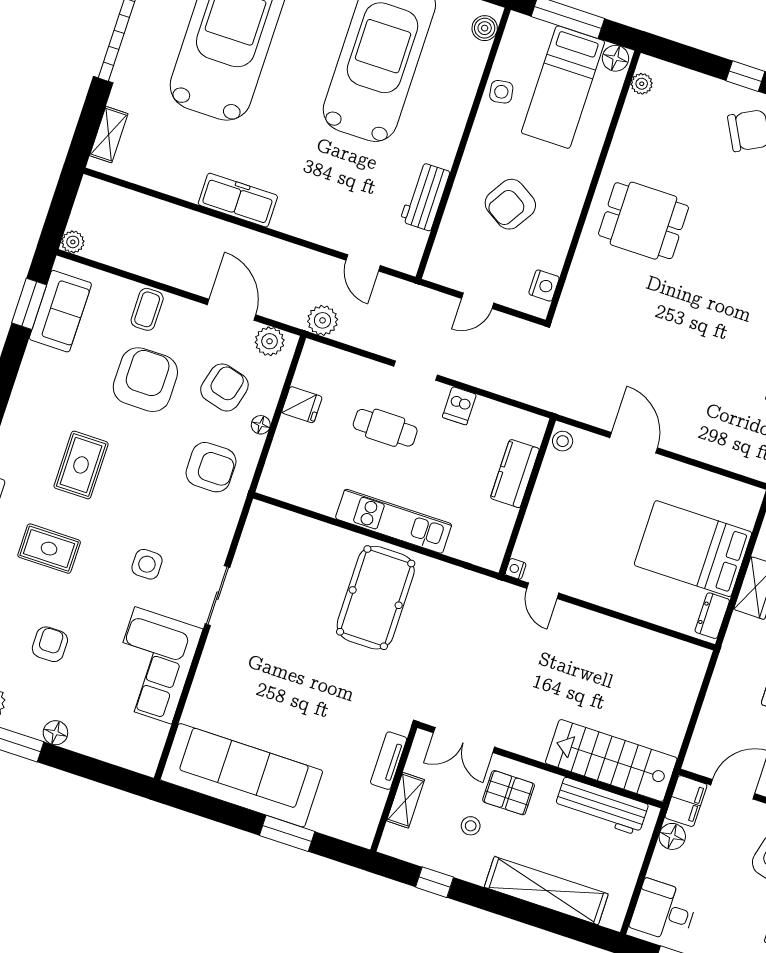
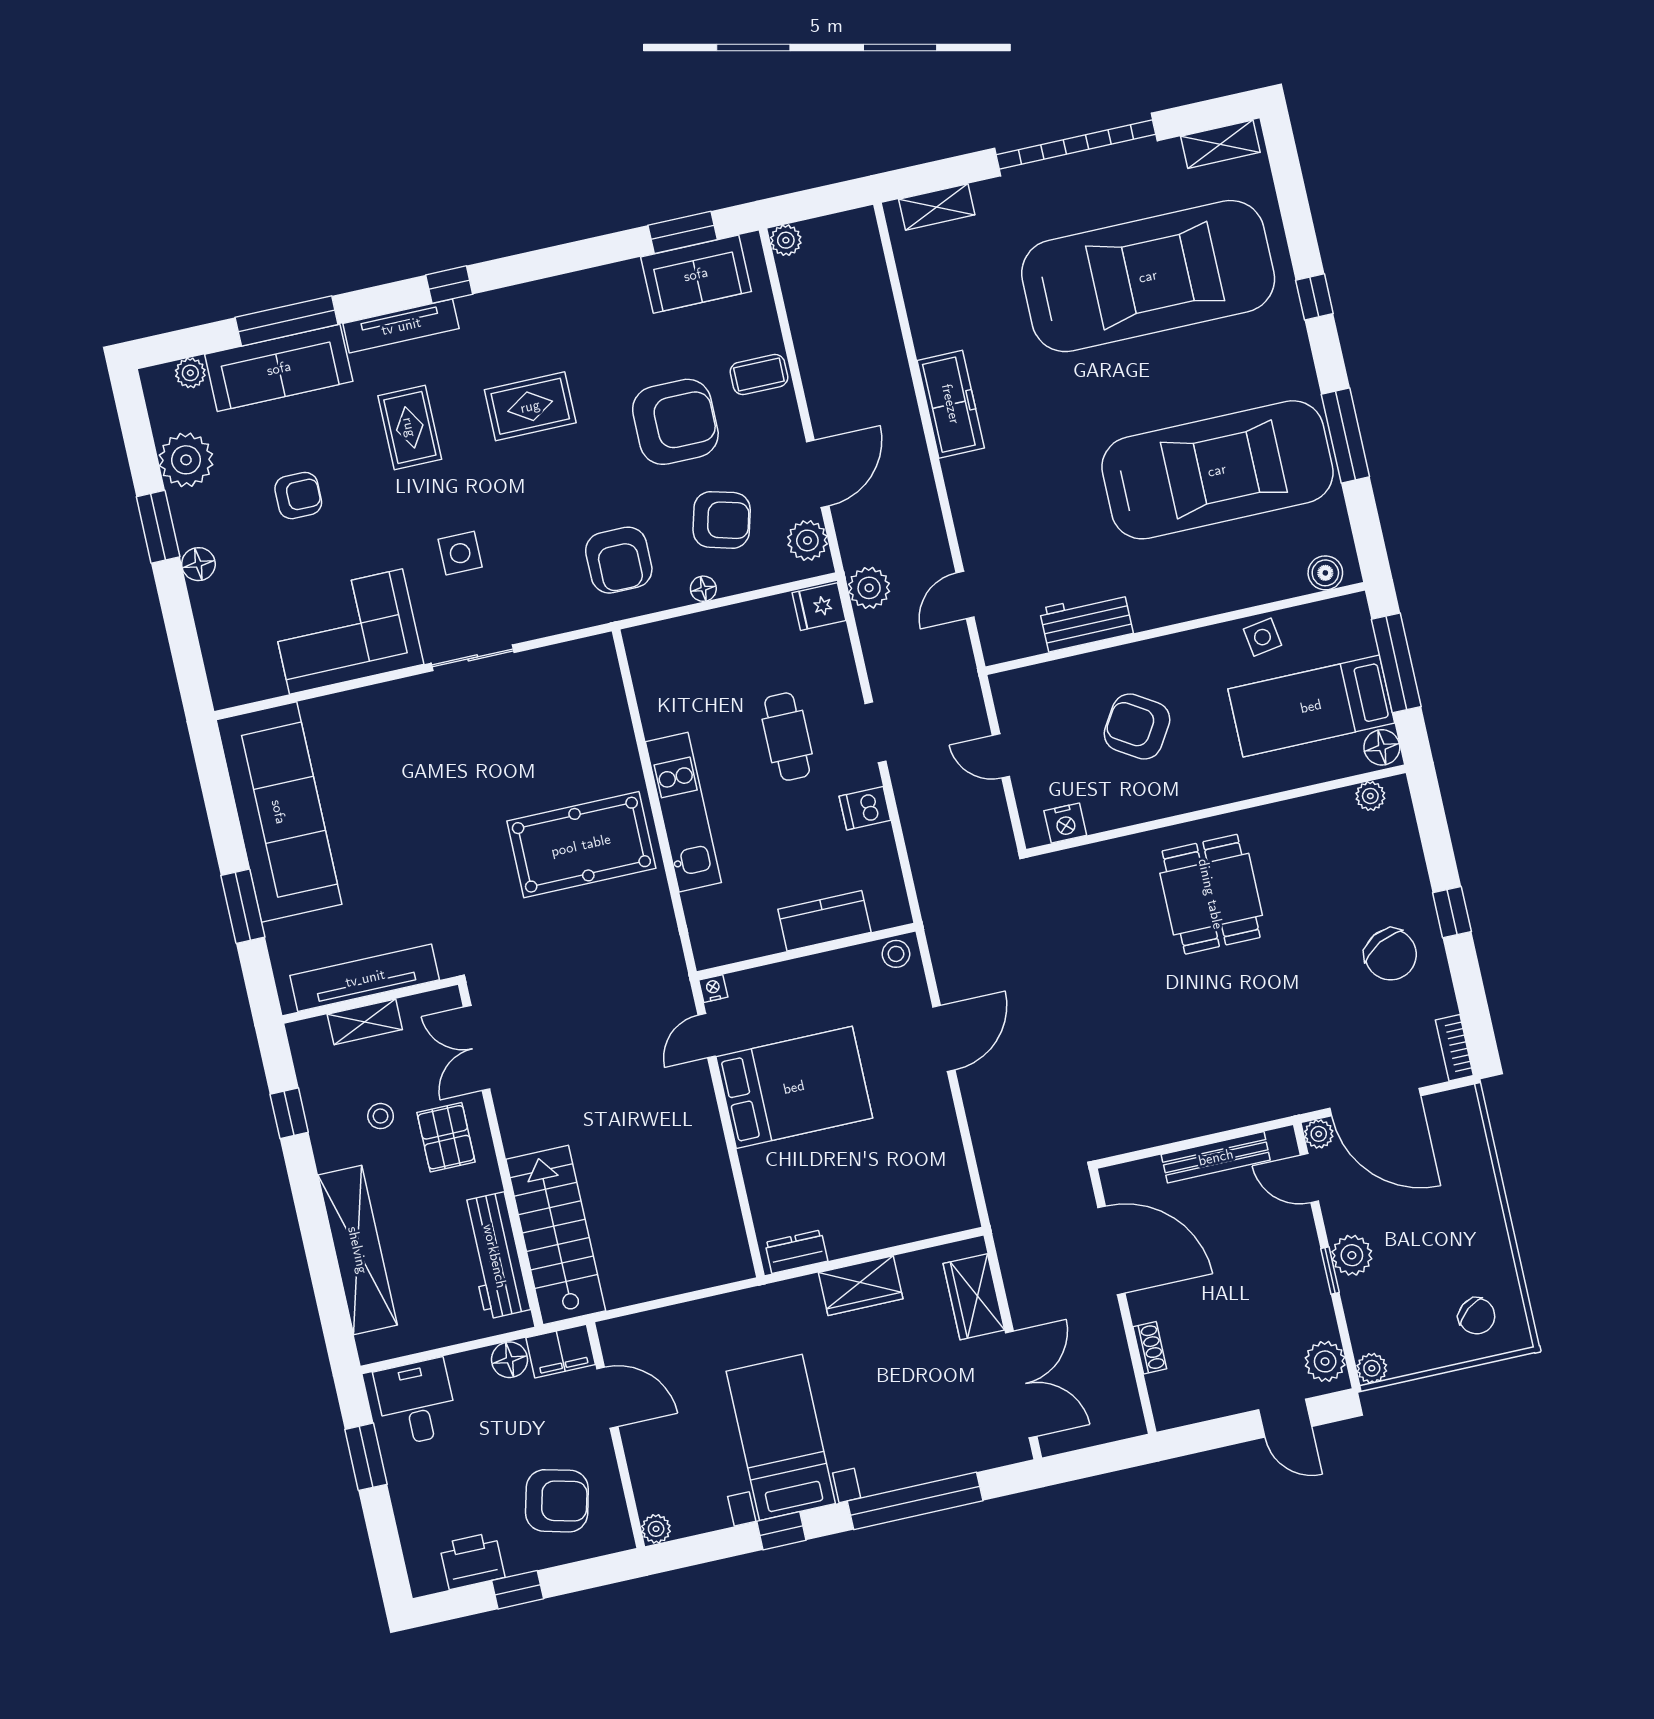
fridge: (302, 405) -> (819, 607), moved, turned 90
bed: (693, 549) -> (794, 1087), moved, turned 90
tv unit: (389, 761) -> (365, 978), width x1.92, depth x1.29

